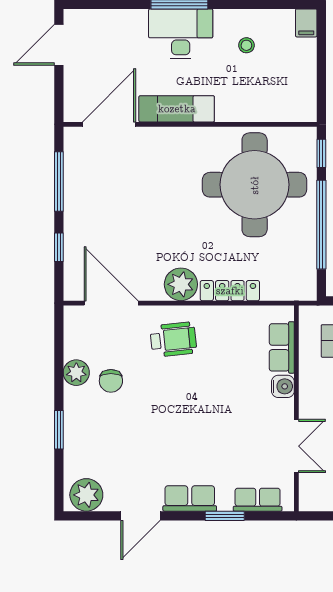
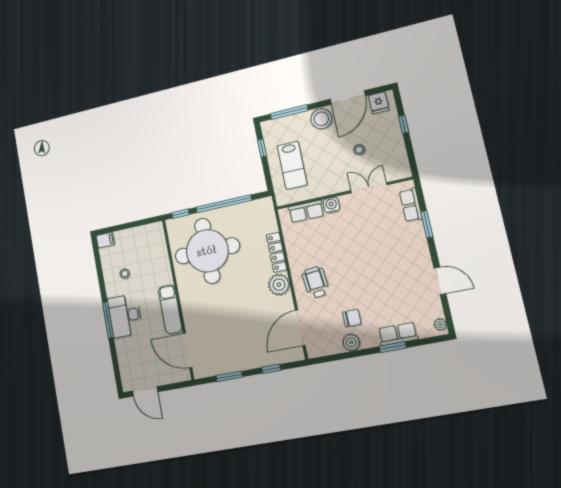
window: (59, 182) -> (229, 376), width x0.69
plant: (86, 495) -> (440, 324), width x0.53, depth x0.53
row of seats: (190, 498) -> (398, 334), moved, turned 90

